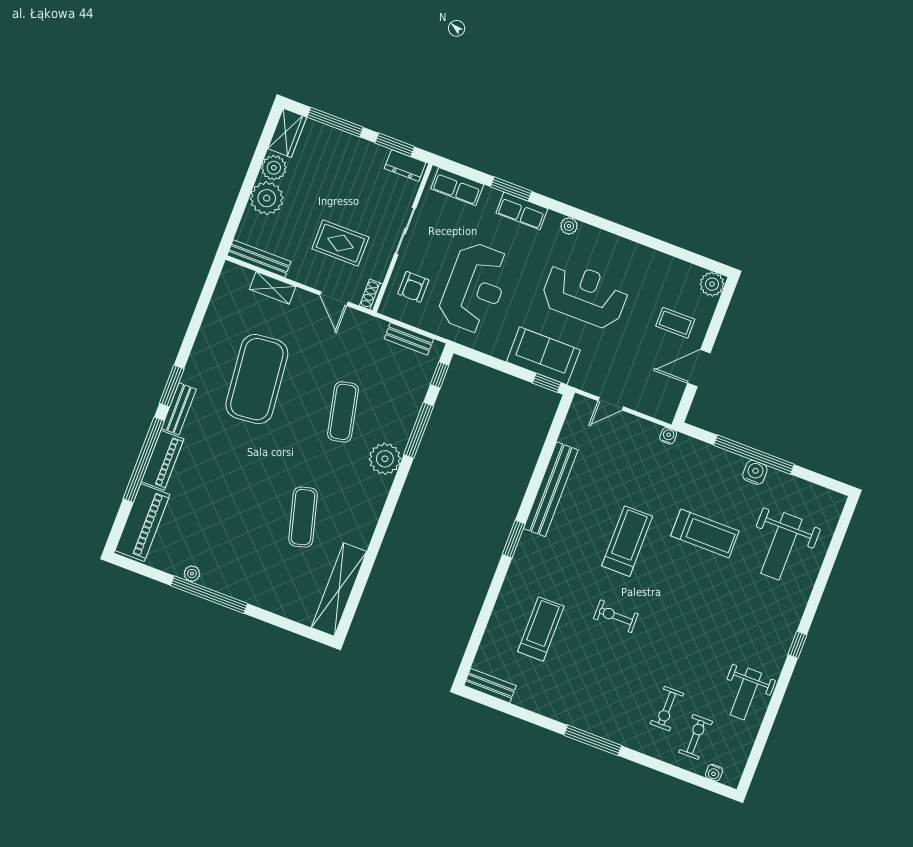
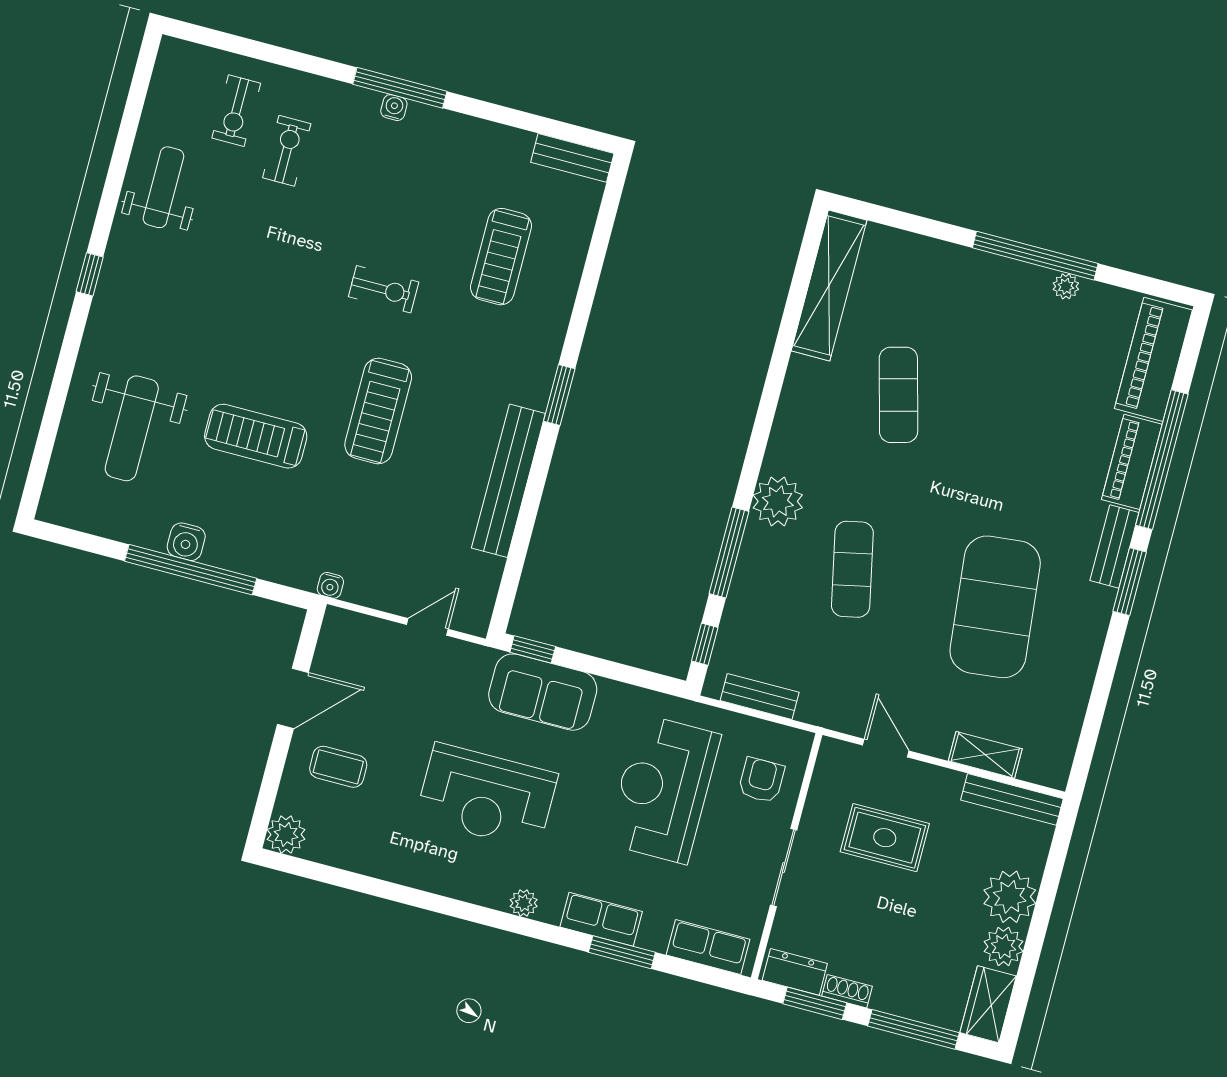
shoe rack: (371, 295) -> (847, 991), moved, turned -90
weight bench: (781, 546) -> (132, 428), turned 180
water cooler: (714, 773) -> (394, 108), moved

